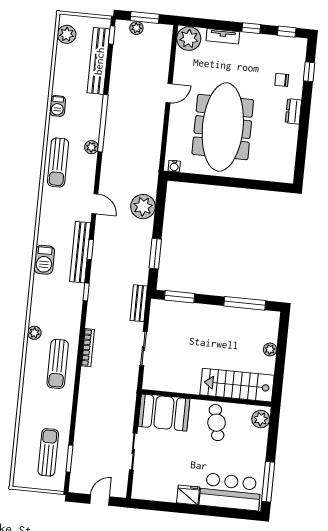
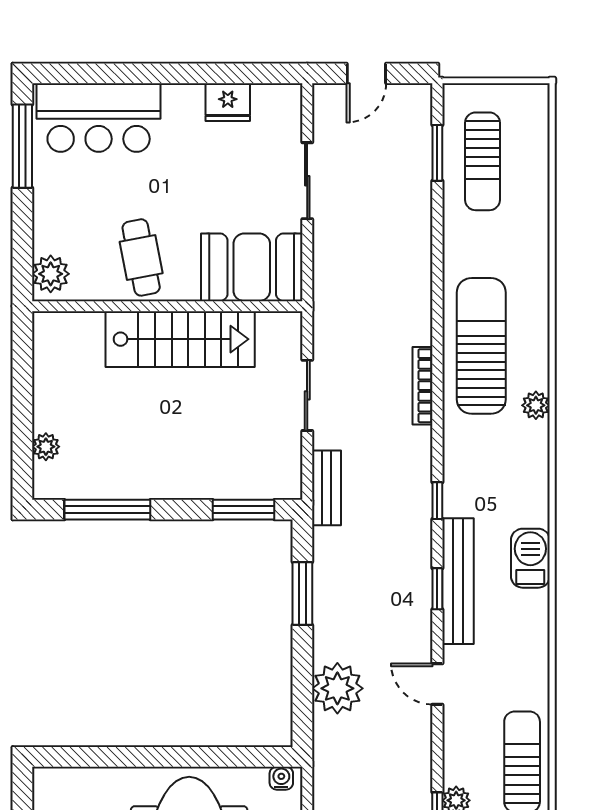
plant: (270, 350) -> (46, 447), moved
sun lounger: (58, 364) -> (481, 346), width x1.36, depth x1.34
stairs: (237, 385) -> (180, 339), moved
fridge: (188, 495) -> (228, 102), moved

